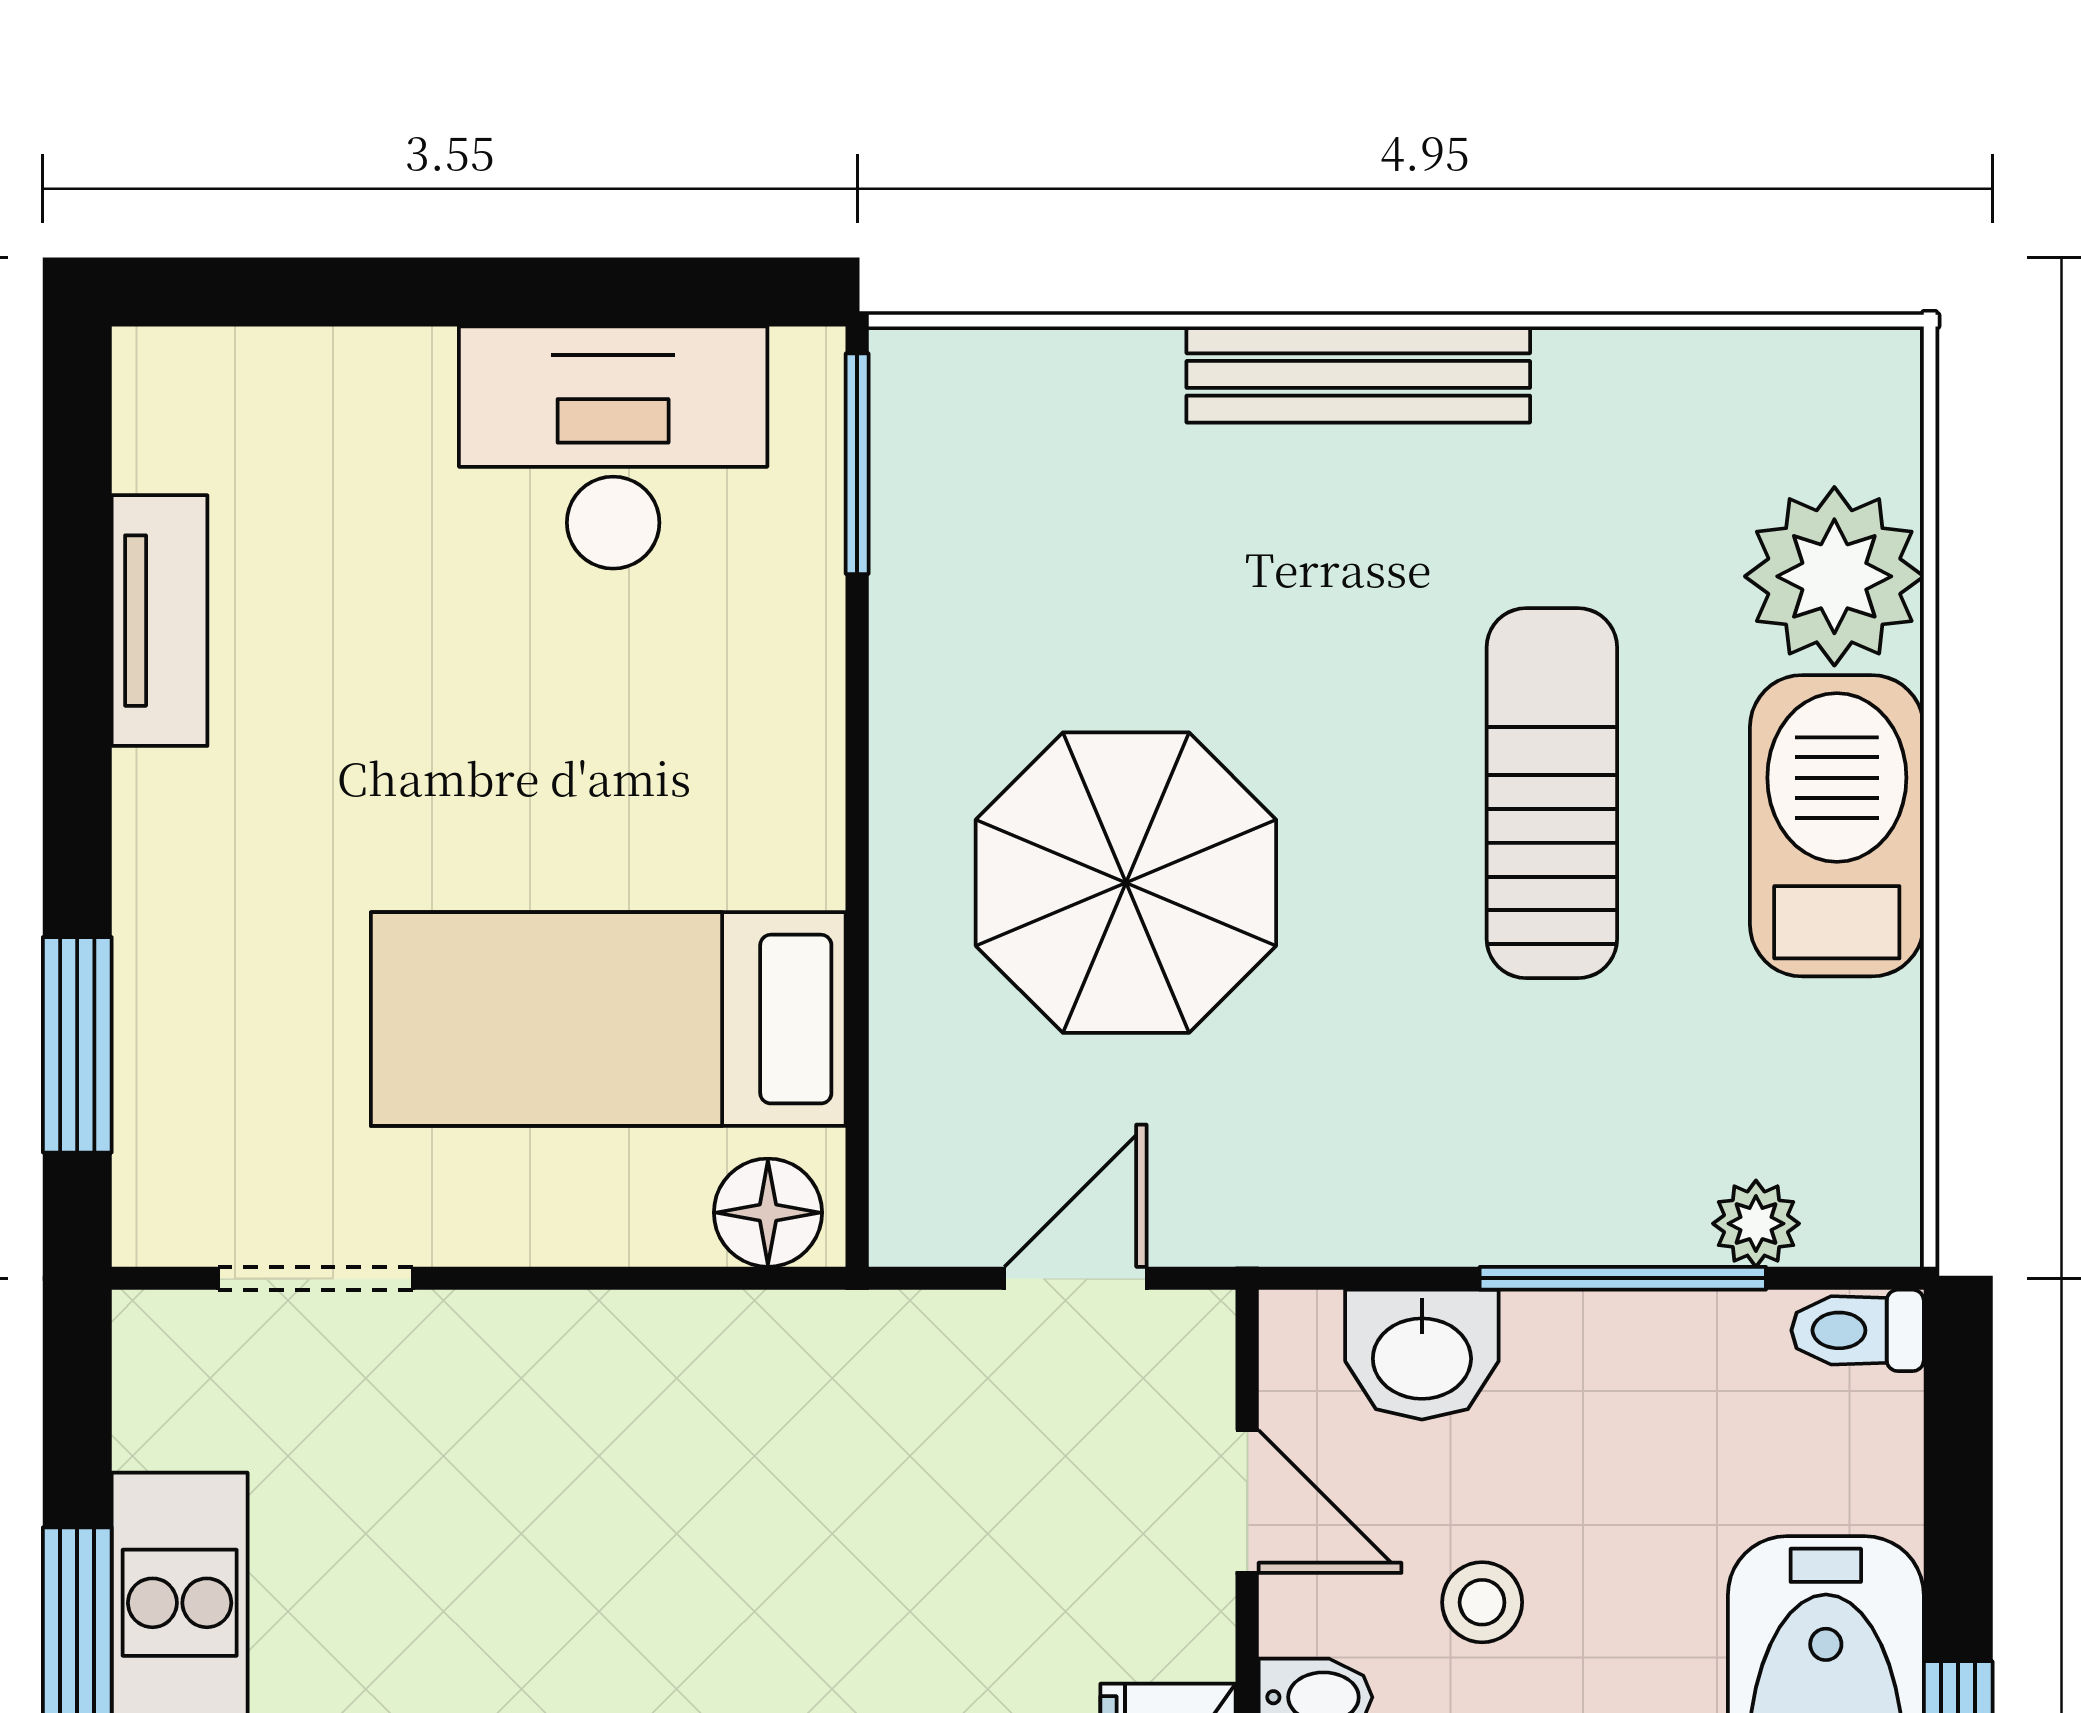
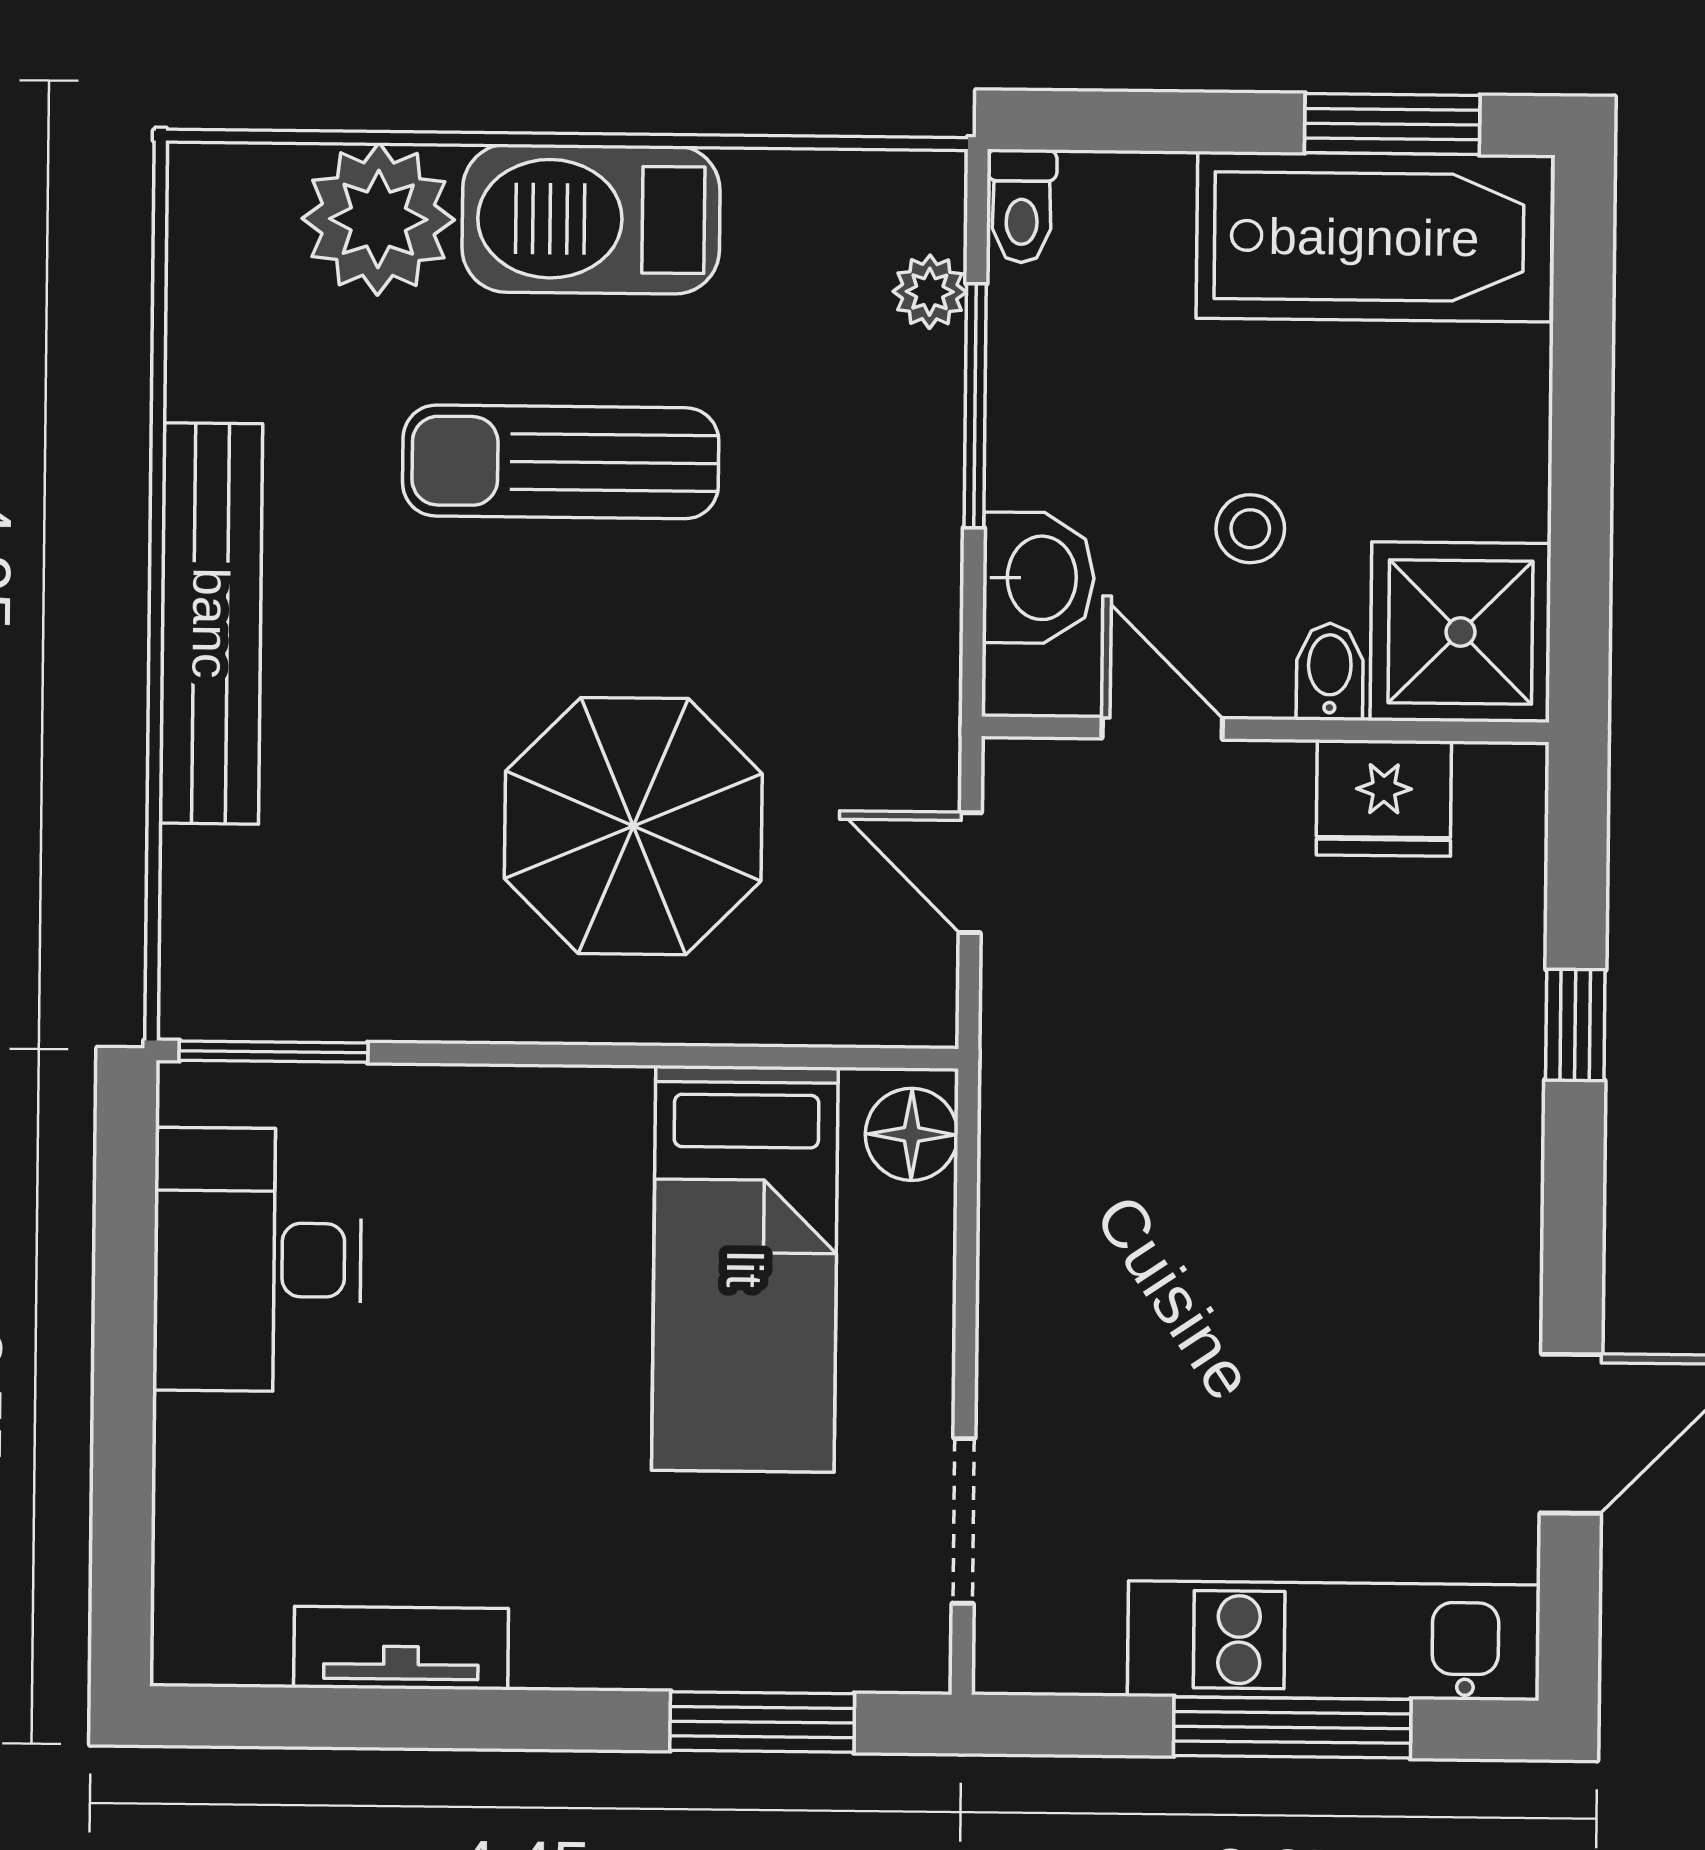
bench: (1358, 374) -> (211, 623), width x1.37, depth x1.21
door: (1247, 1502) -> (1162, 728), hinge flipped

